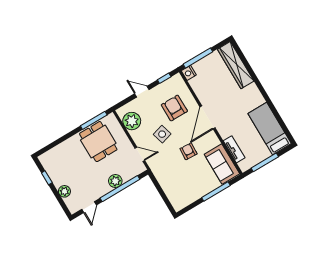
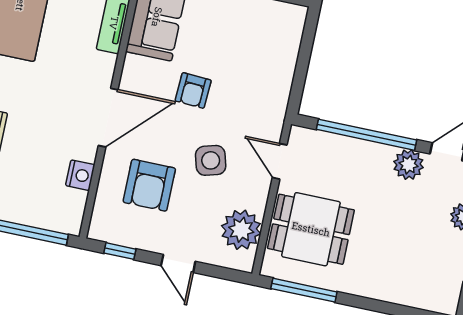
nightstand: (189, 73) -> (80, 175), moved
dining table: (98, 142) -> (311, 229), moved, turned 90
plant: (115, 181) -> (409, 165), moved

